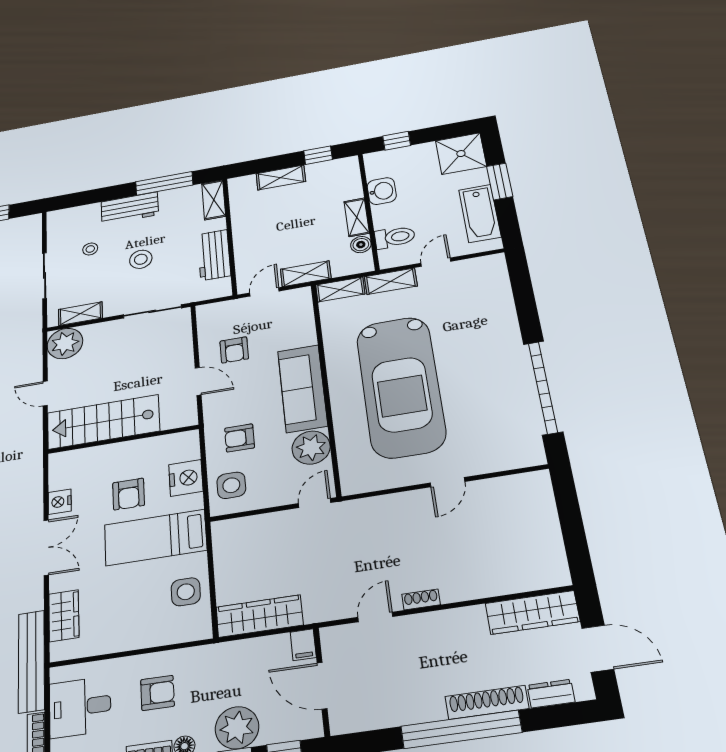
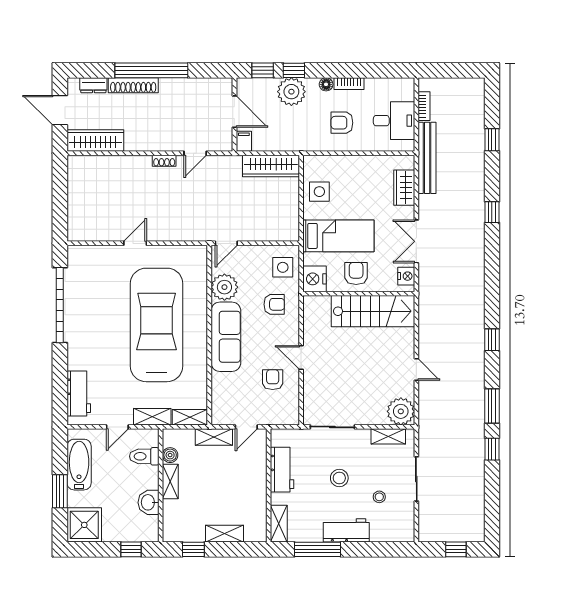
workbench: (495, 290) -> (79, 394), added
stairs: (103, 422) -> (373, 311), moved
wall: (123, 439) -> (359, 294), moved

